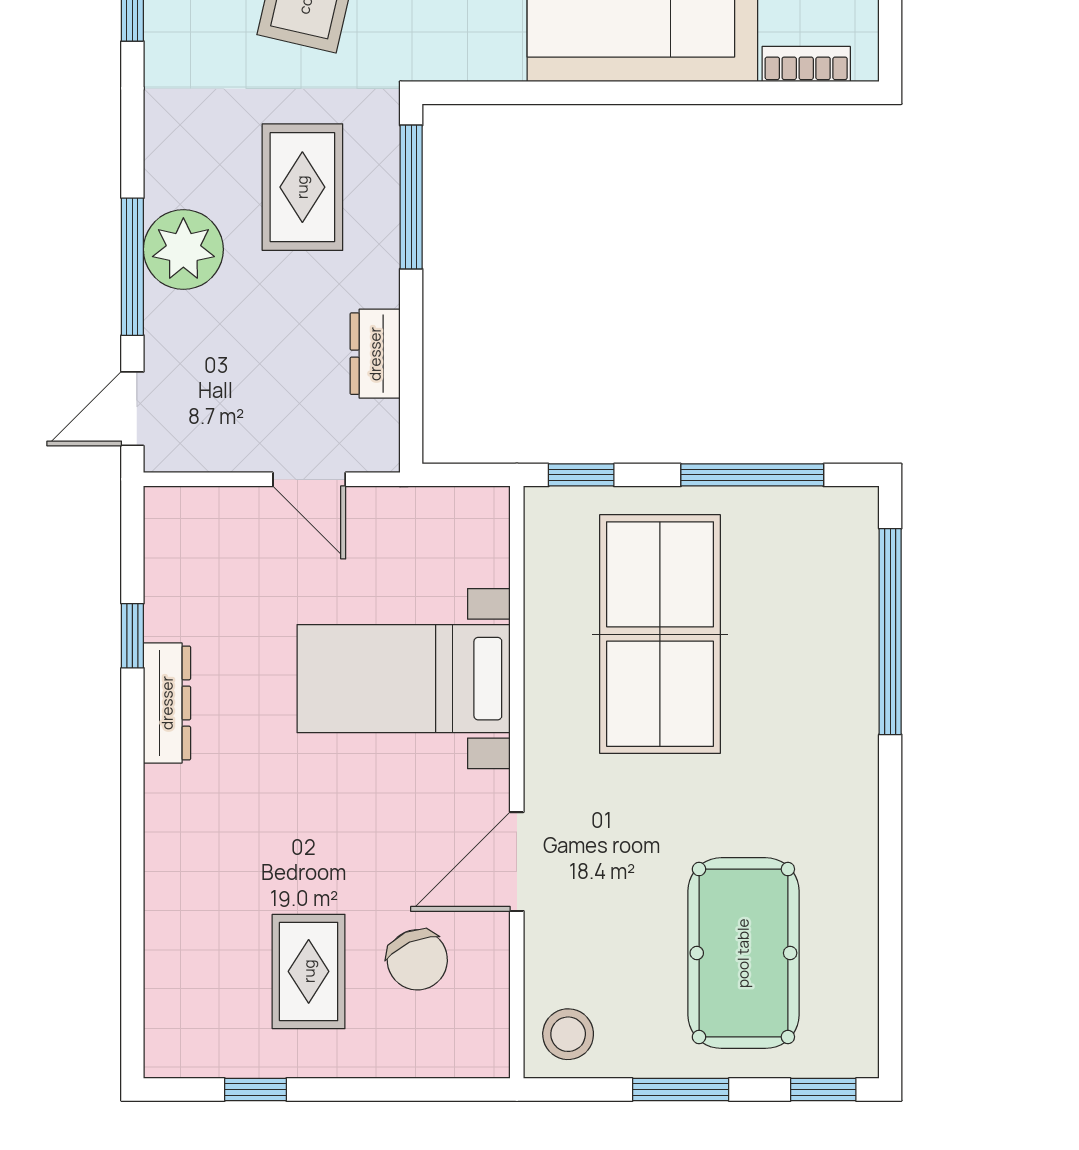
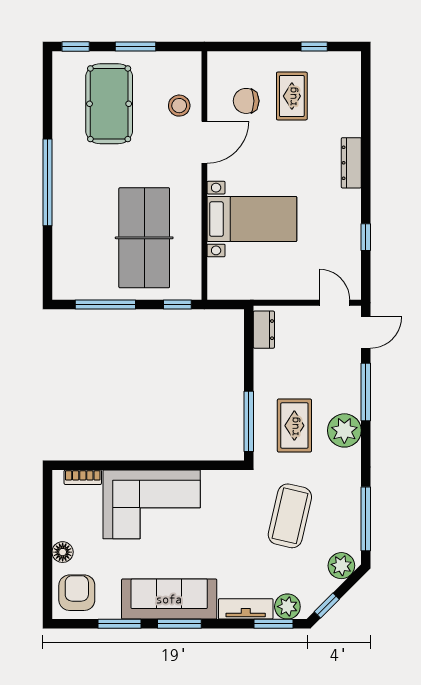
plant: (183, 249) -> (344, 430), moved
dresser: (375, 354) -> (264, 330), moved
door: (309, 479) -> (334, 303), moved
window: (890, 632) -> (47, 182), moved
dresser: (167, 703) -> (351, 163), moved
chair: (417, 960) -> (246, 101), turned -66
stool: (568, 1034) -> (179, 106), moved

